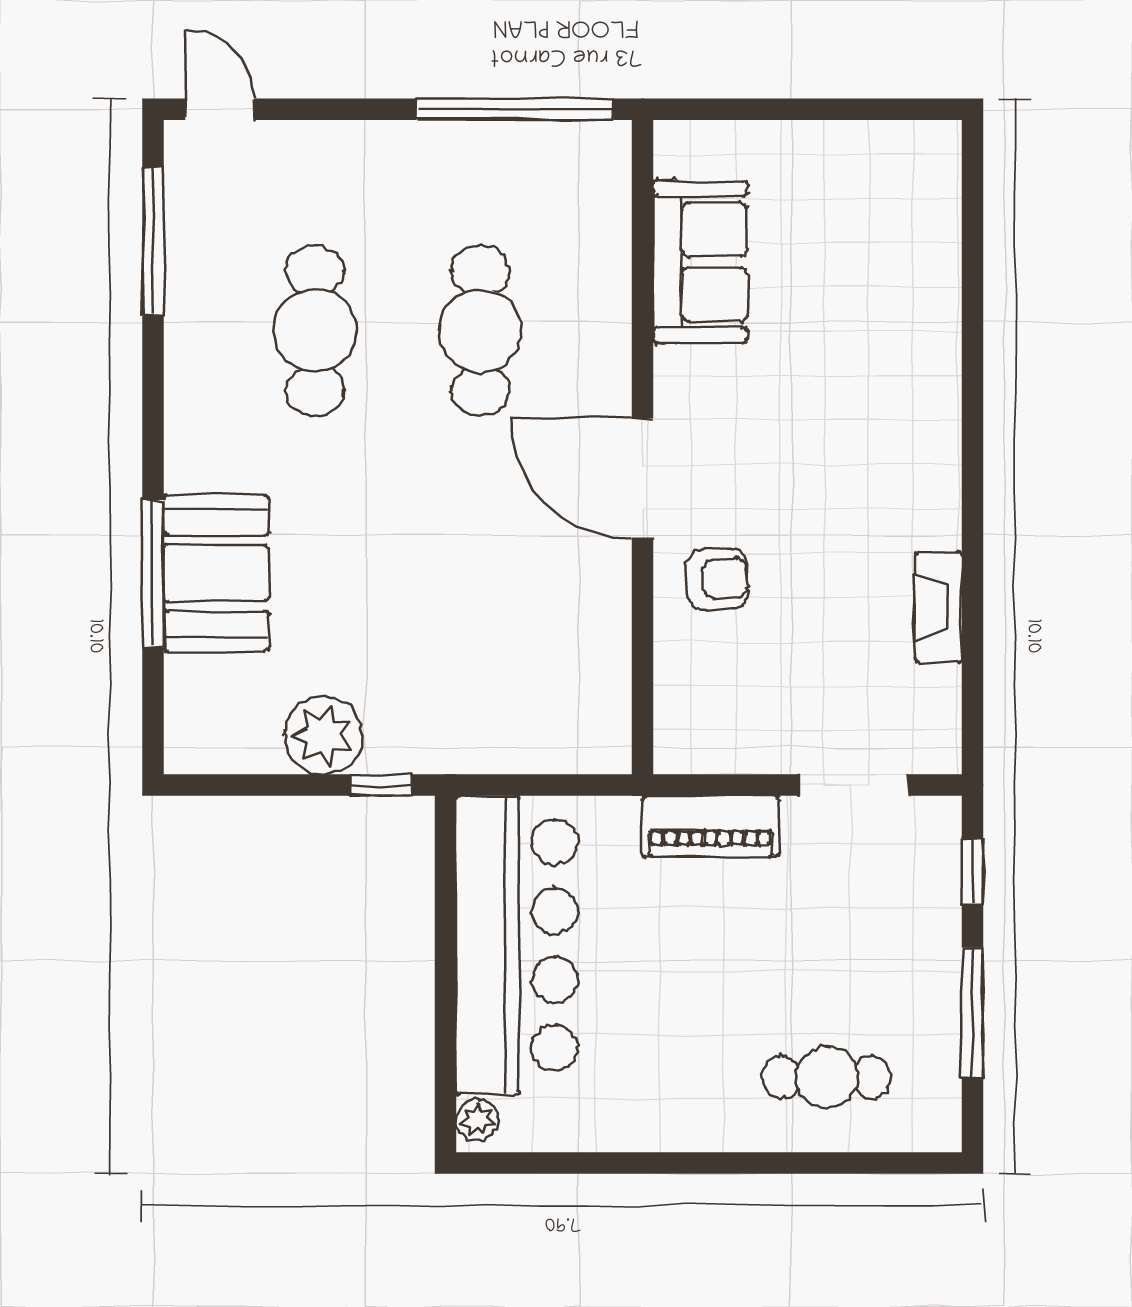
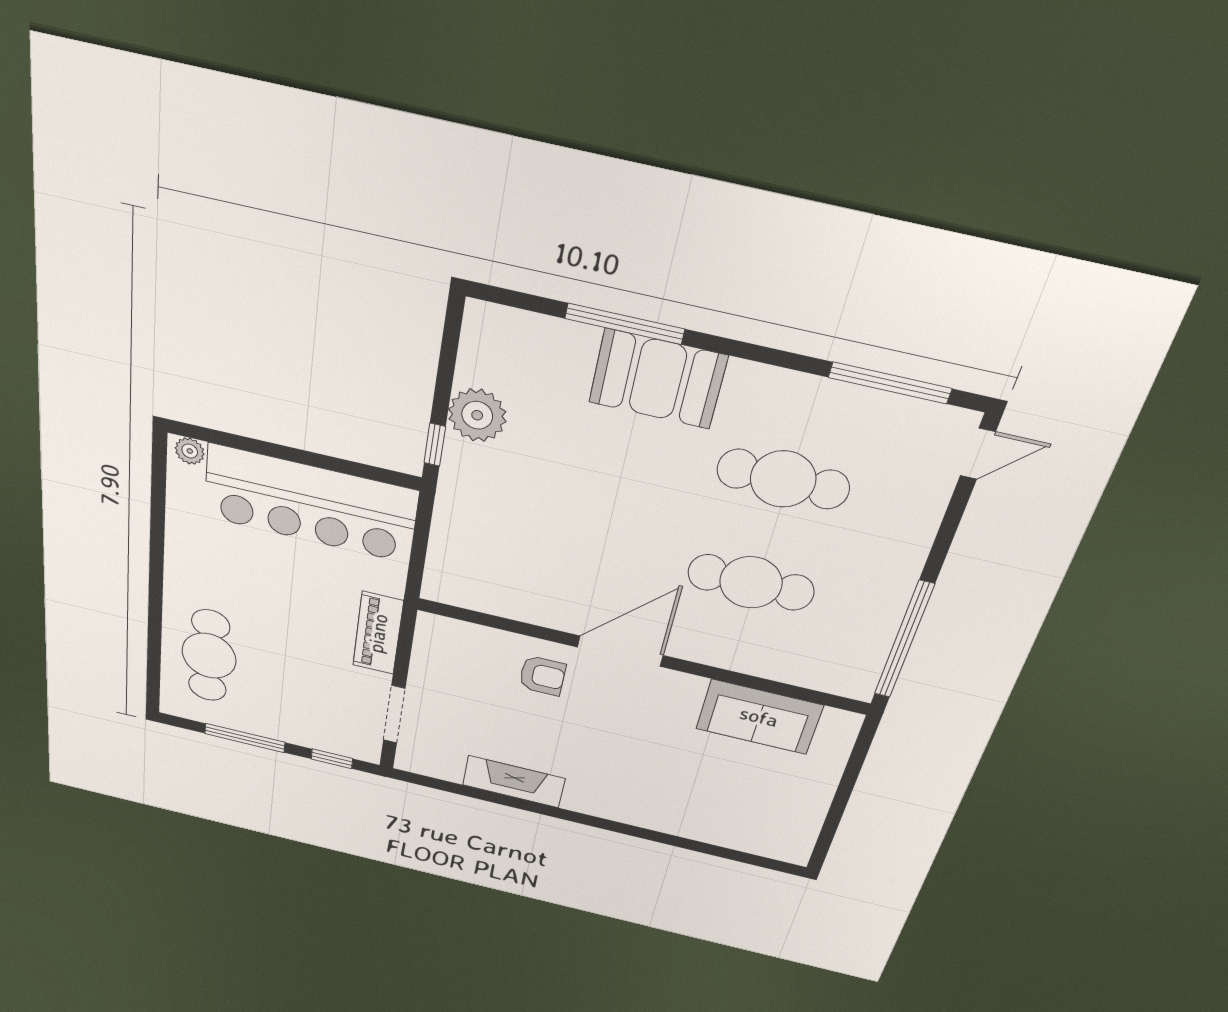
booth: (216, 573) -> (658, 379), moved
armchair: (717, 579) -> (542, 676), turned -86
fireplace: (938, 607) -> (514, 782), width x1.37, depth x1.32
cafe table: (826, 1077) -> (209, 656), width x1.37, depth x1.35

